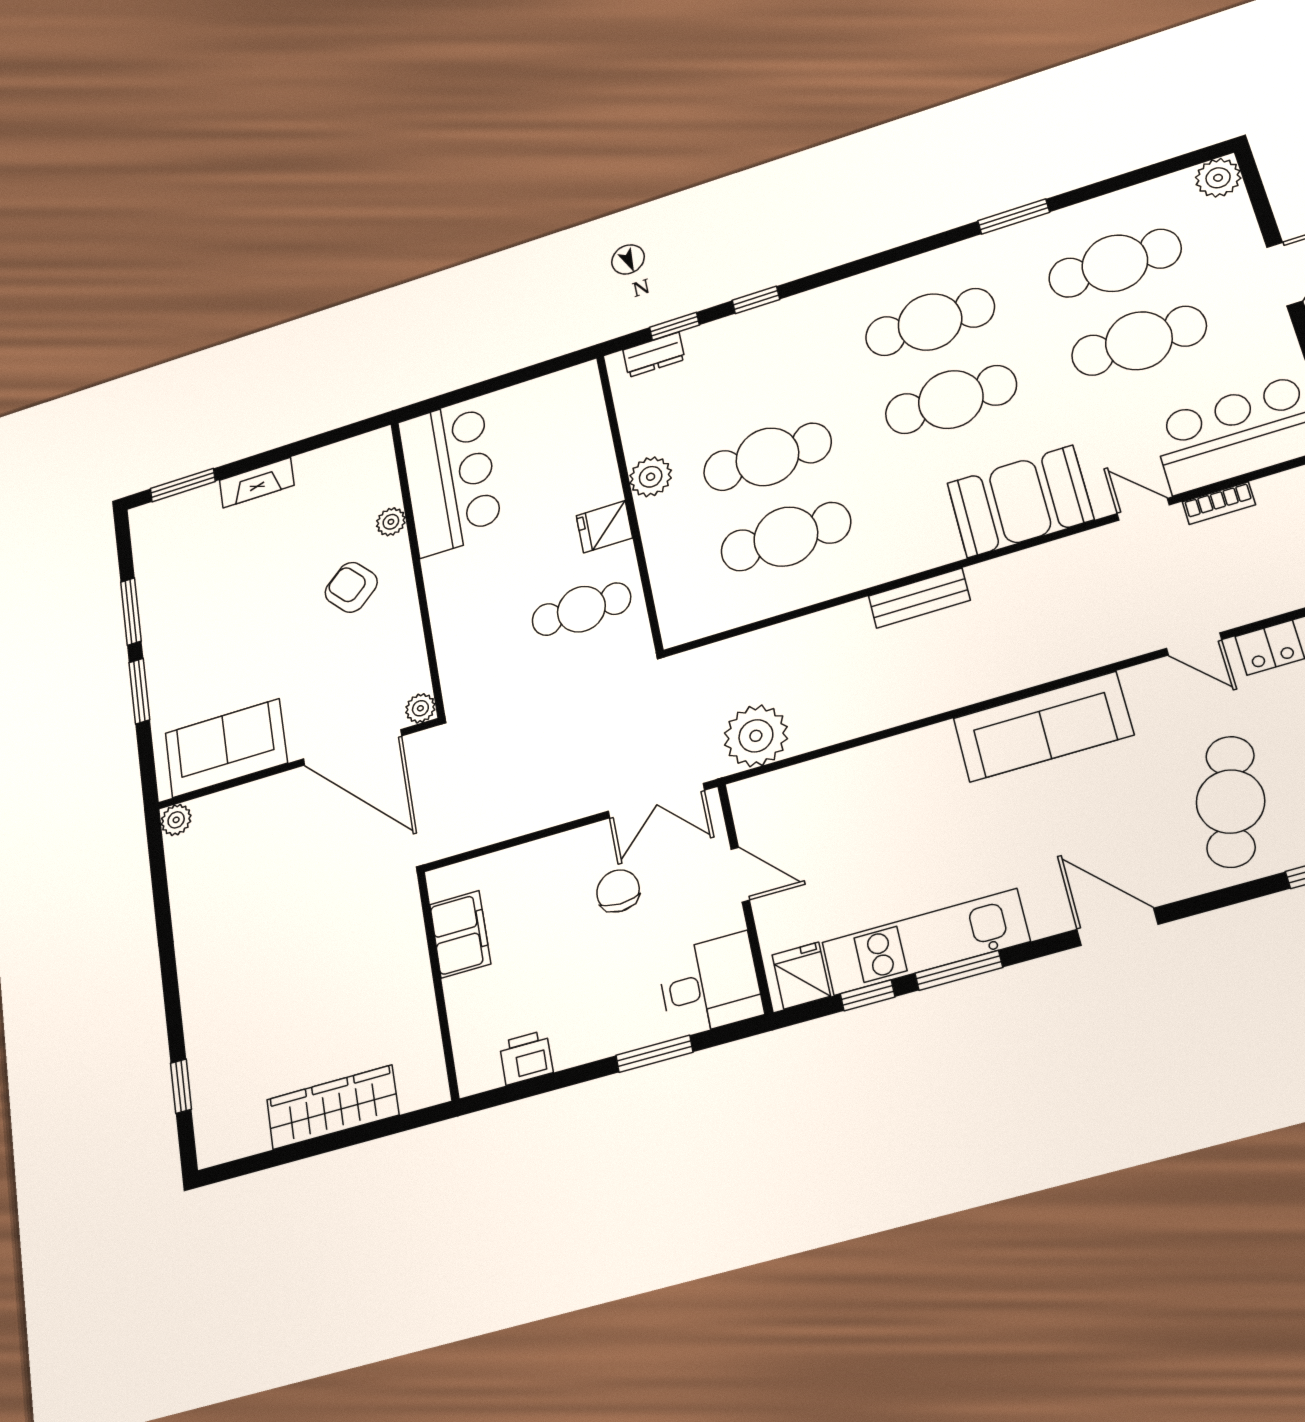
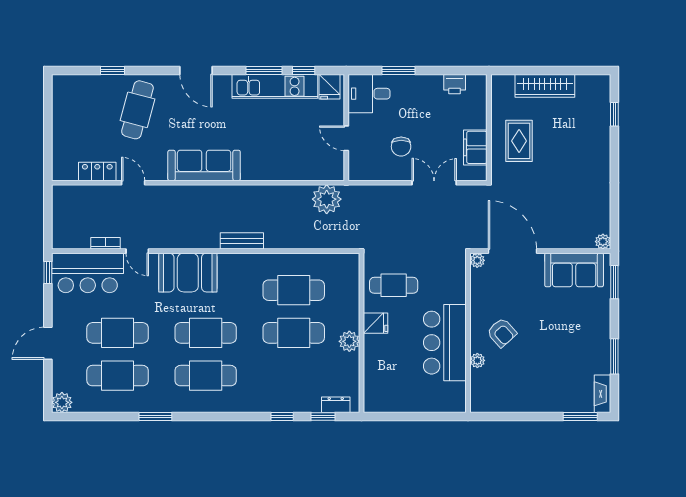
bar counter: (450, 477) -> (445, 343), moved
fireplace: (257, 483) -> (602, 394), moved, turned -90
window: (139, 691) -> (614, 282), moved
double door: (656, 801) -> (434, 183), moved
rug: (371, 974) -> (519, 141), added

